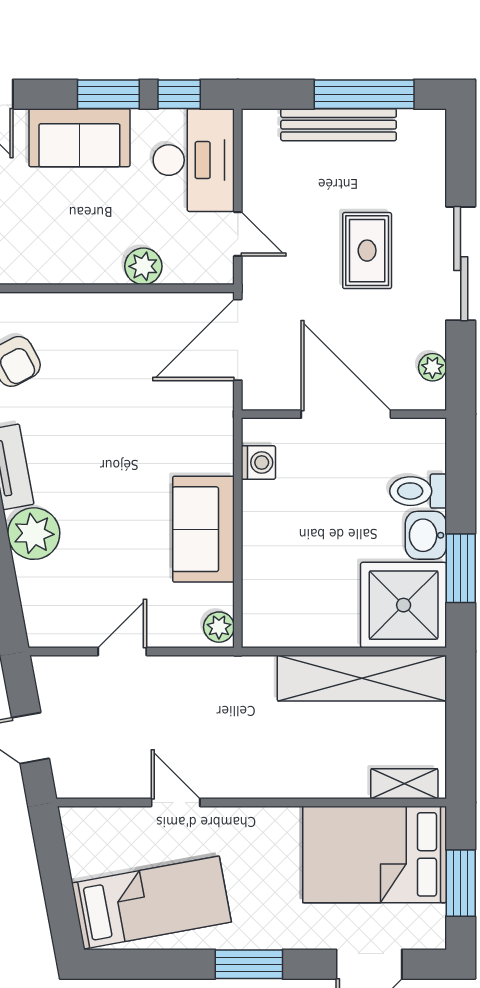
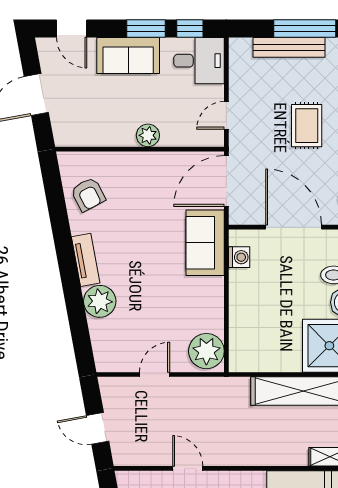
desk: (194, 160) -> (199, 61), width x0.73
door: (238, 234) -> (226, 115), swing flipped
plant: (143, 266) -> (148, 135), moved
sofa: (204, 529) -> (205, 243), moved
plant: (219, 627) -> (206, 351), width x1.88, depth x1.88

